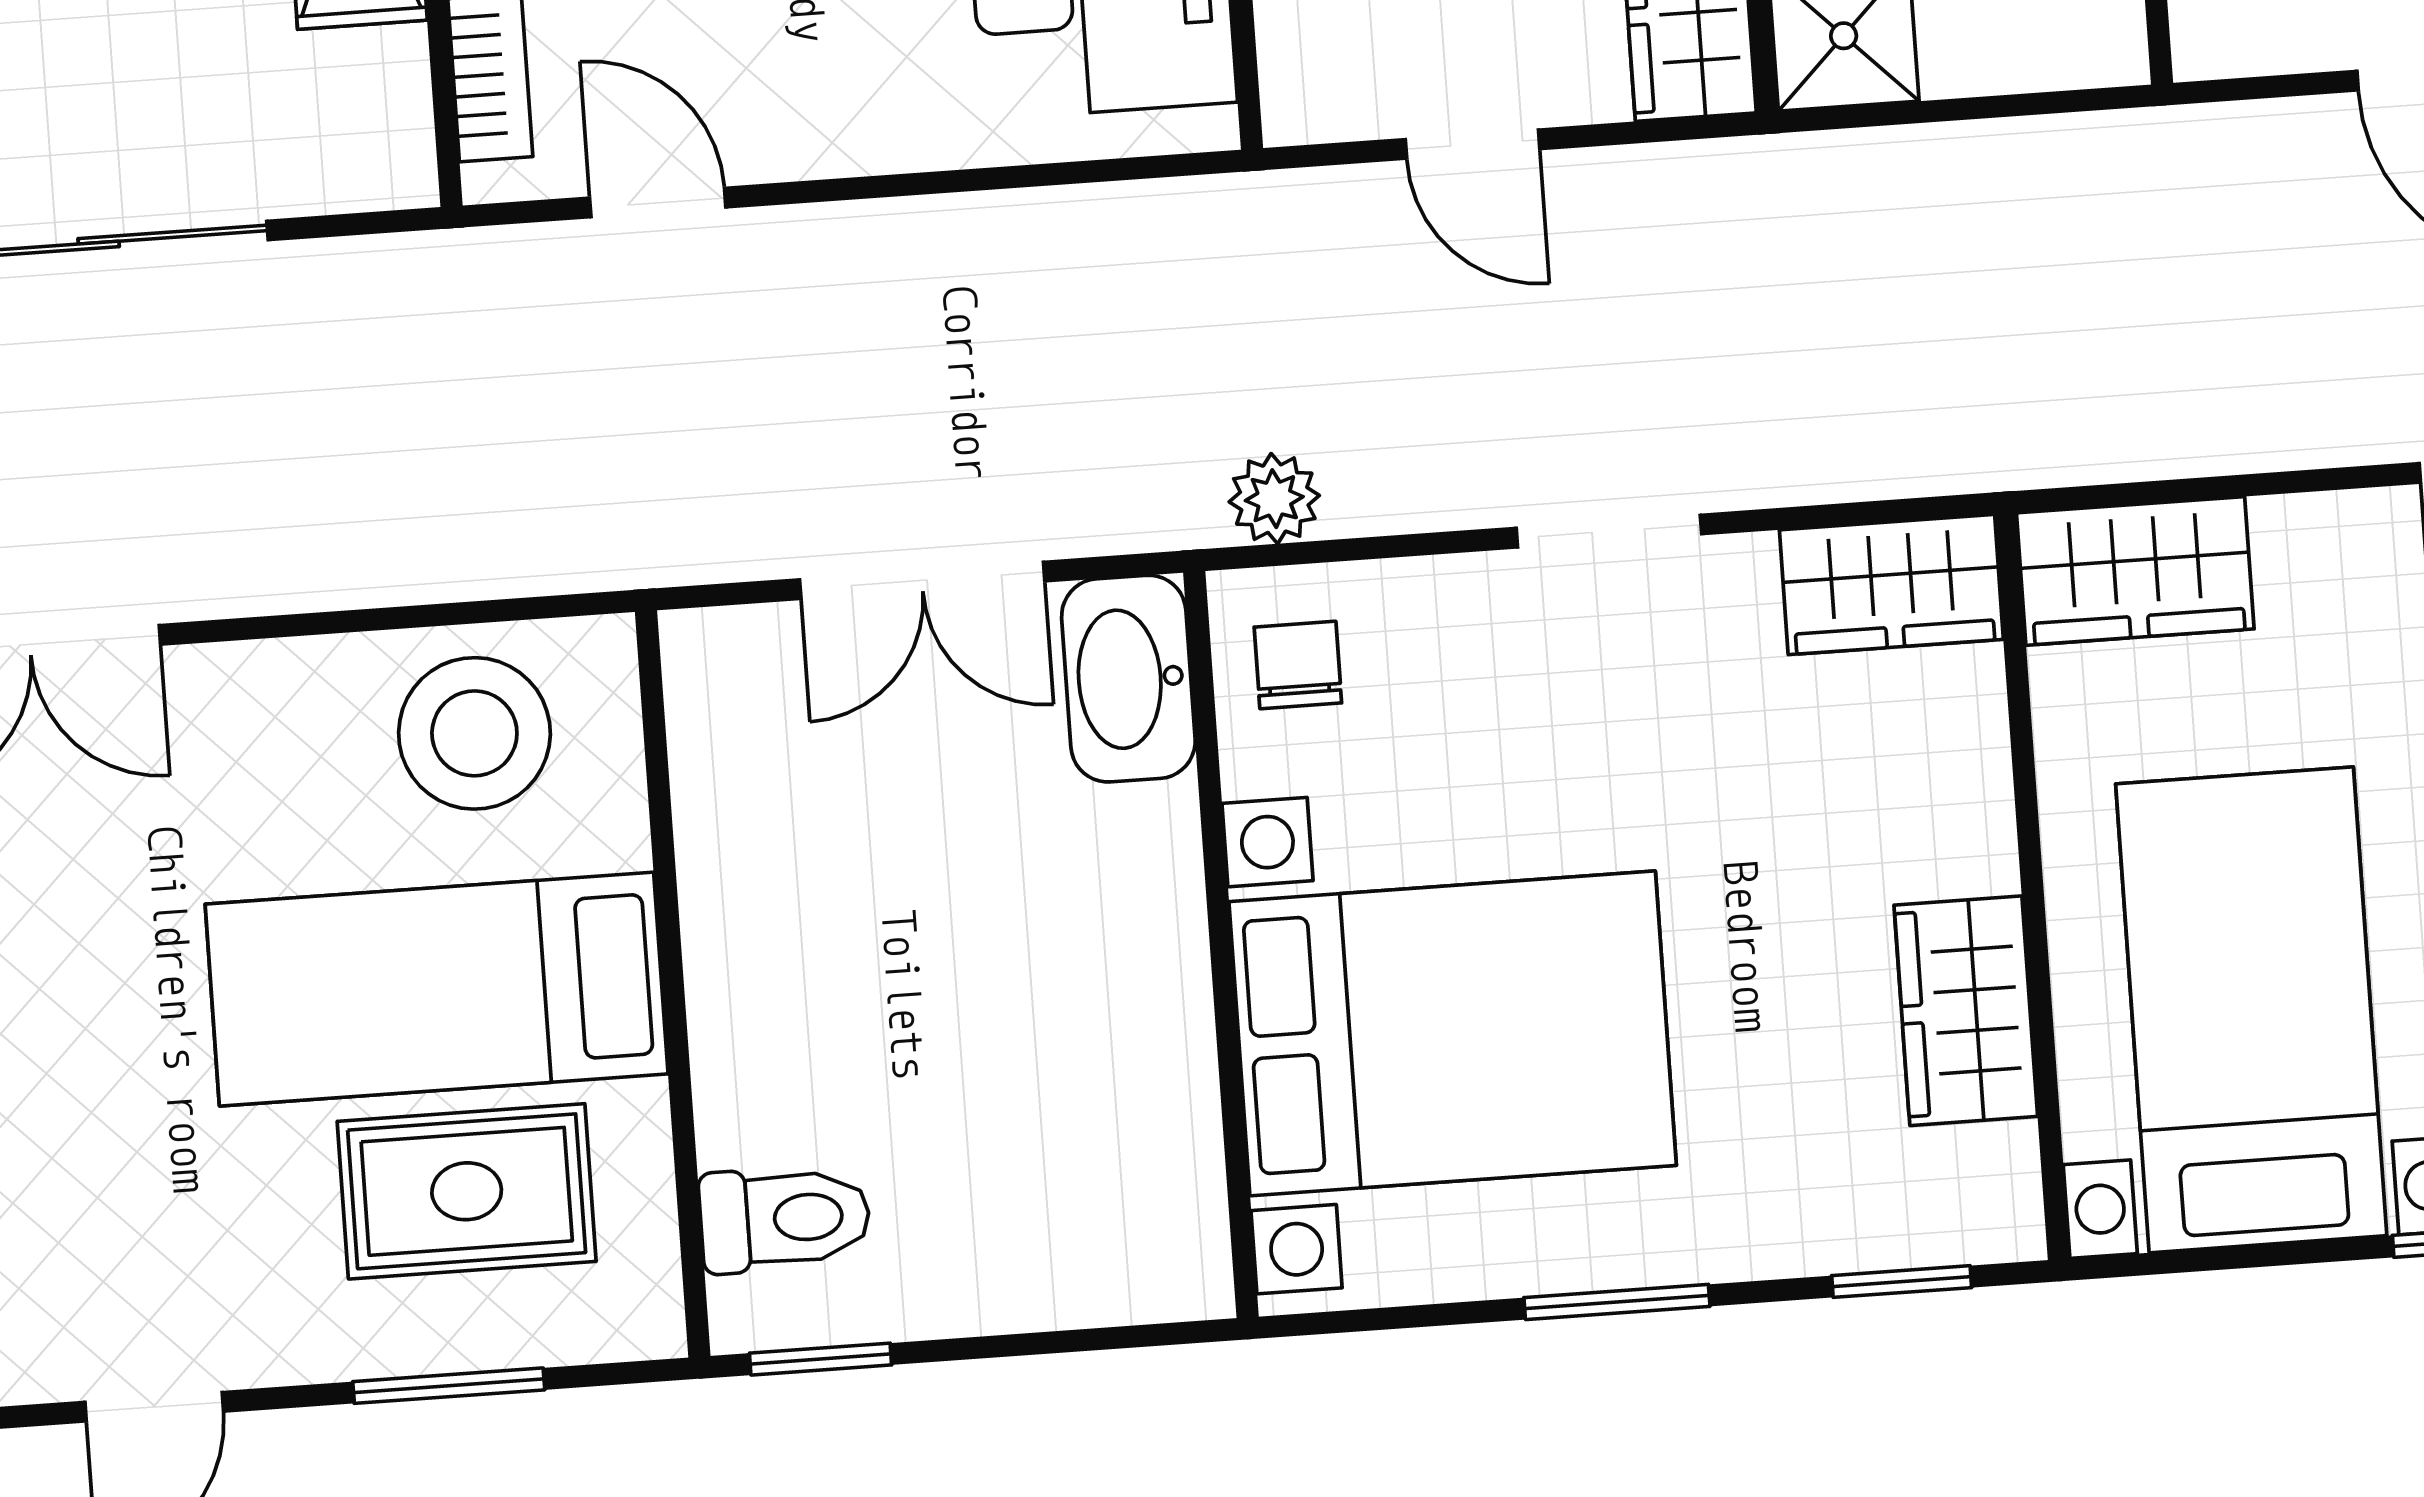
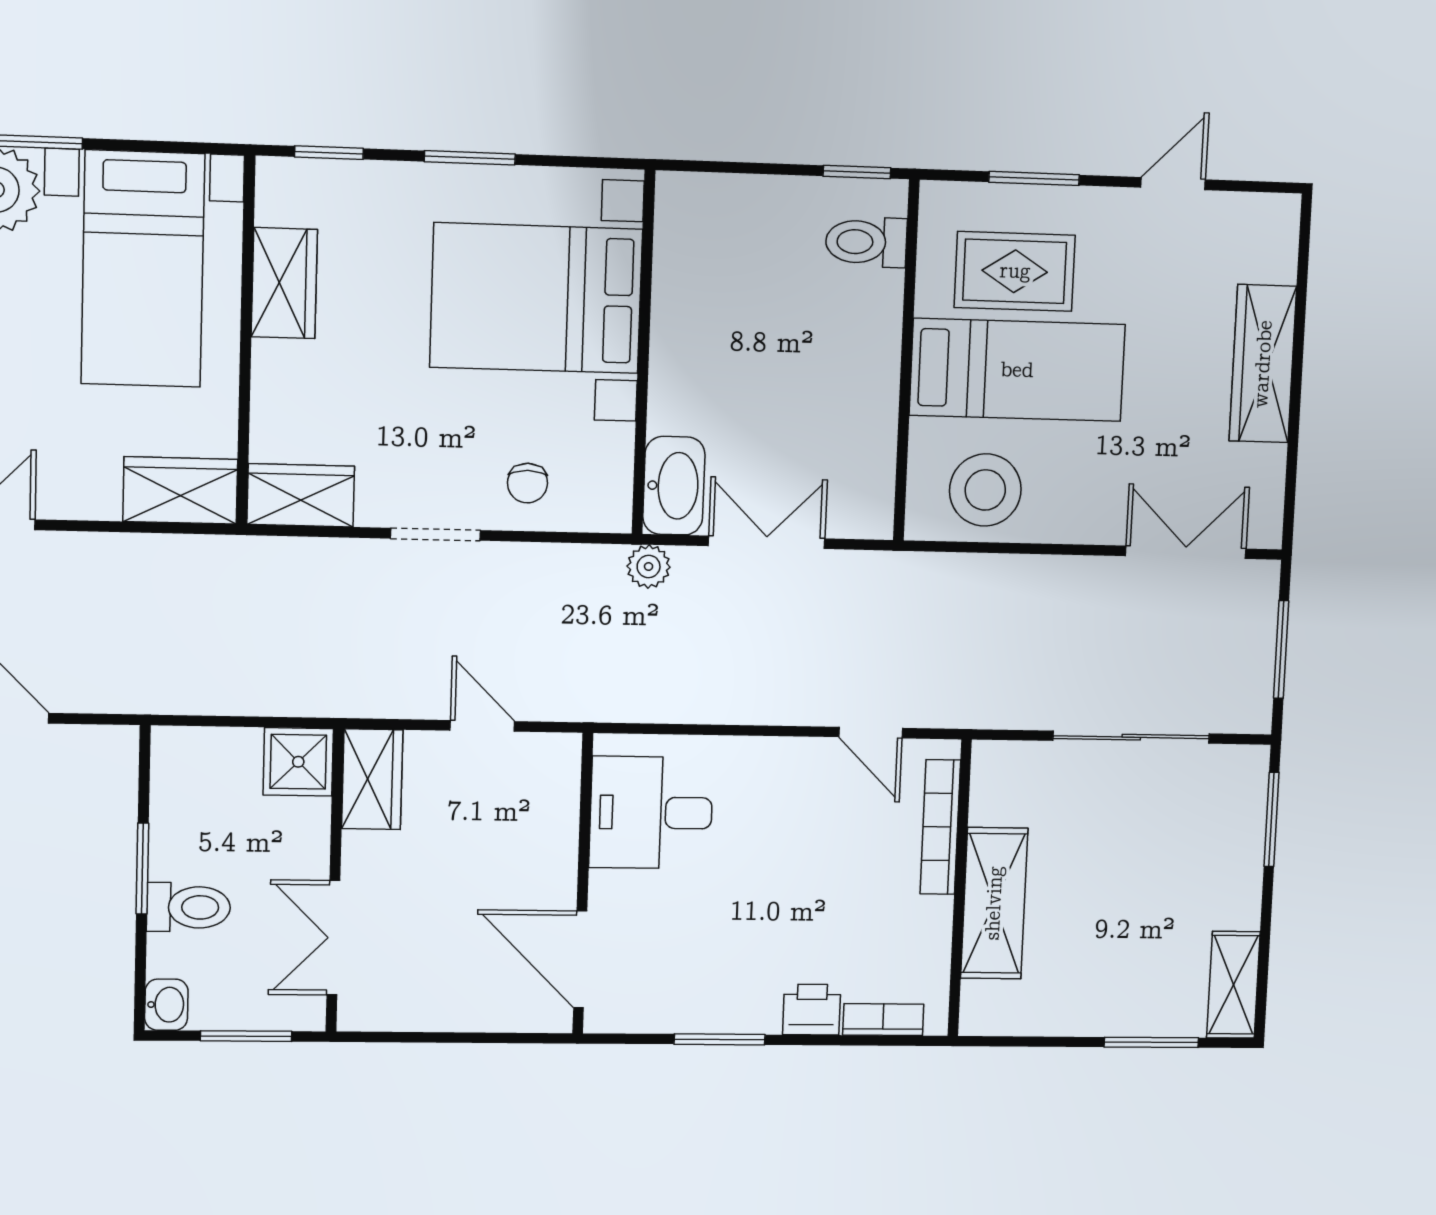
plant: (1274, 499) -> (649, 567), moved
chair: (1298, 665) -> (527, 483), moved

